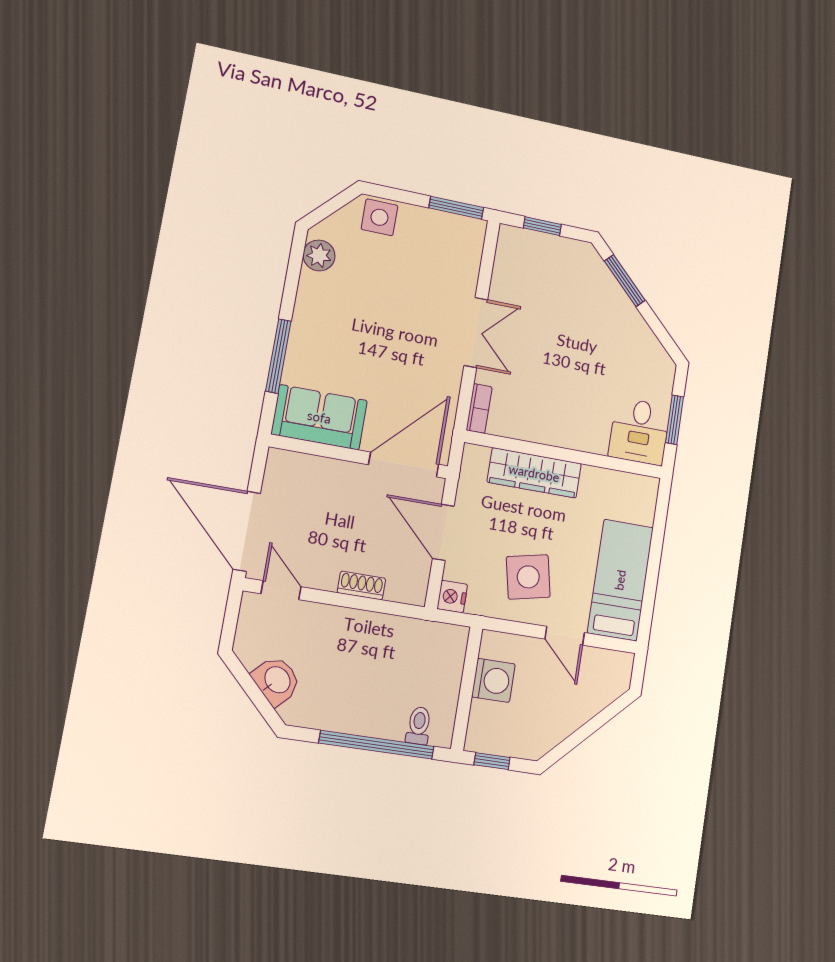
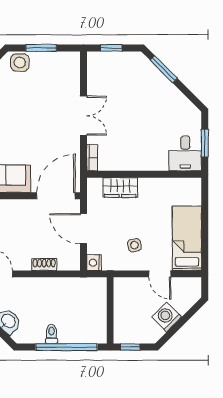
window: (456, 208) -> (41, 48), moved
wardrobe: (534, 473) -> (120, 187), width x0.67
side table: (528, 577) -> (134, 245), width x0.54, depth x0.54
washing machine: (493, 680) -> (167, 317), moved, turned -135
toilet: (419, 726) -> (52, 334), moved

